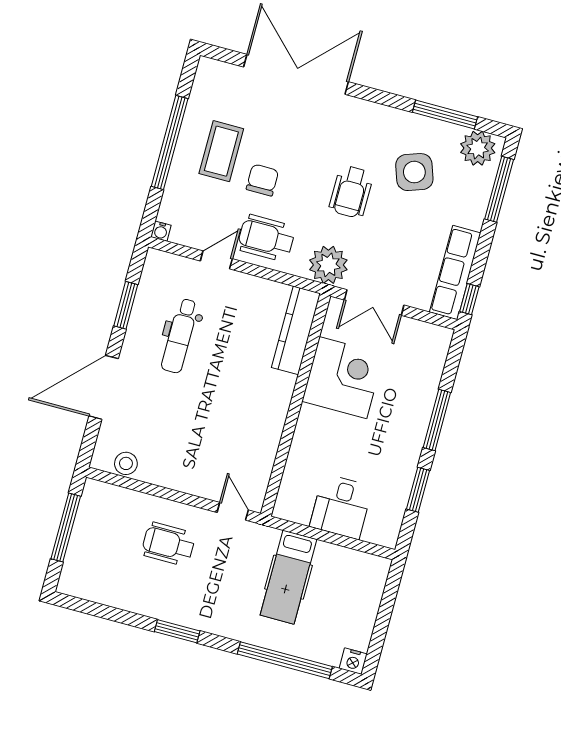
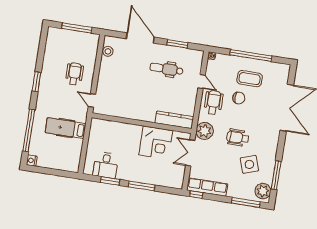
desk: (341, 507) -> (106, 165), moved, turned -90
door: (233, 511) -> (92, 101), swing flipped

